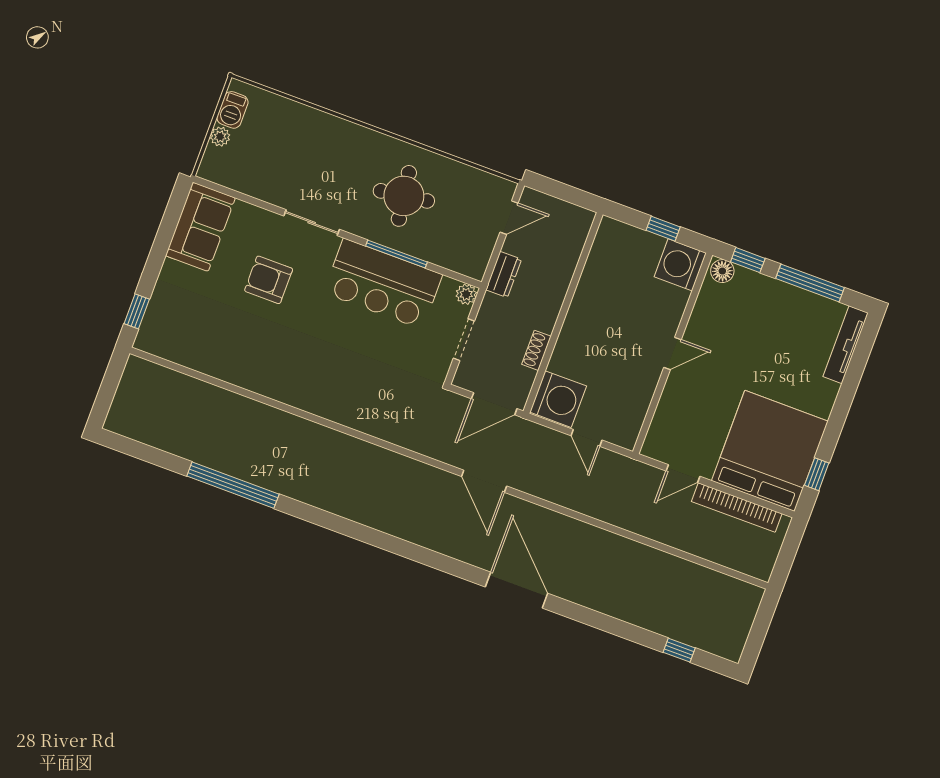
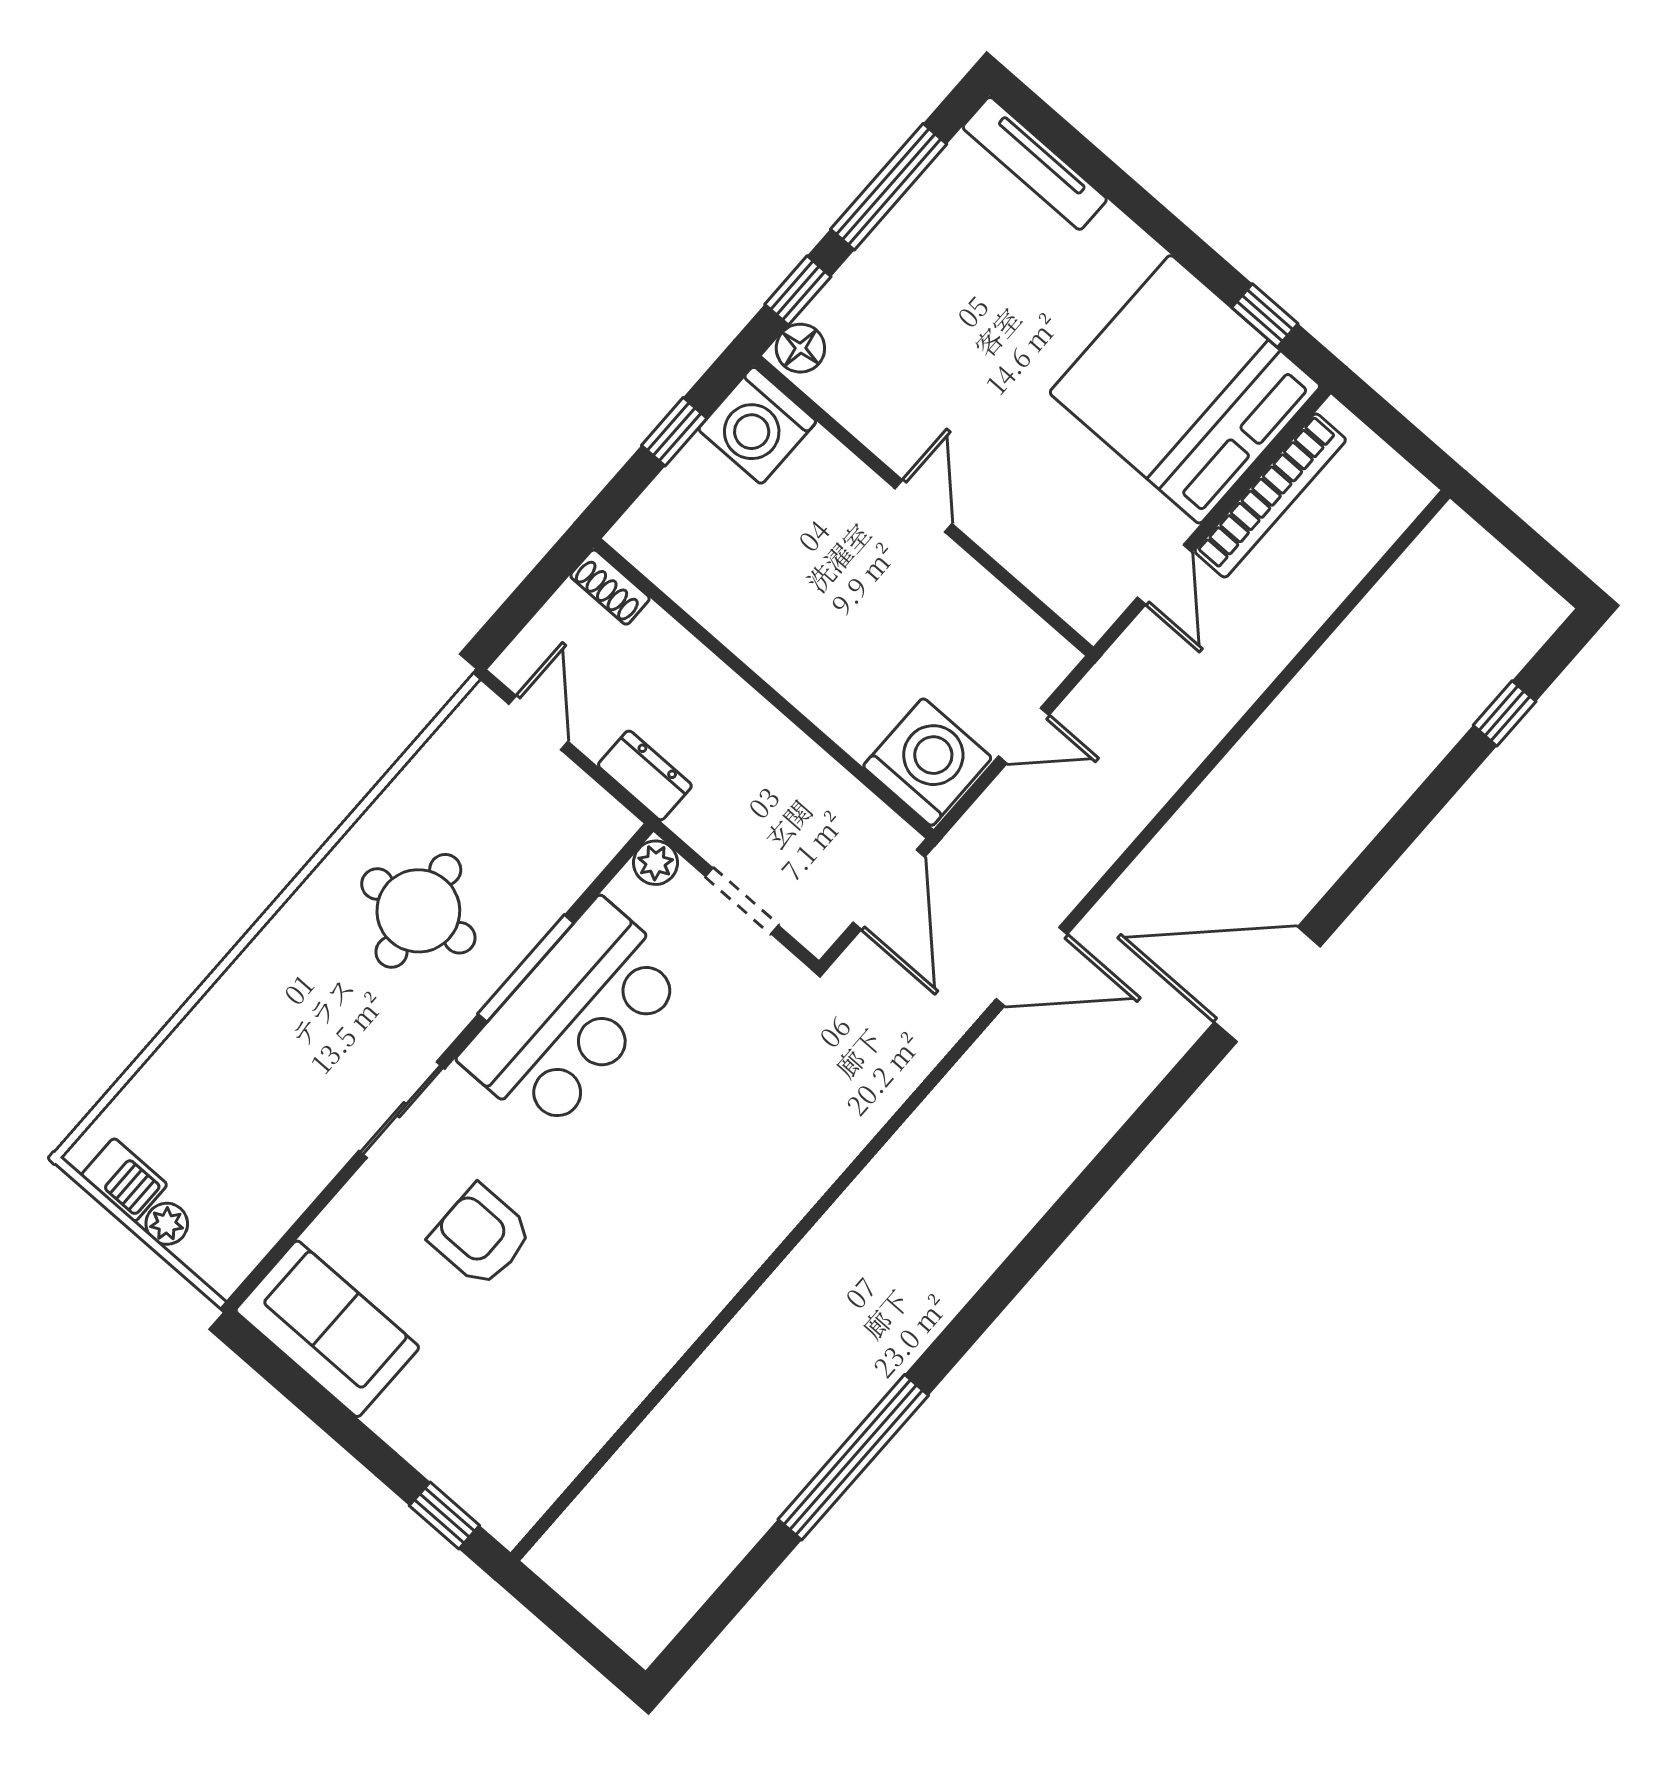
armchair: (269, 280) -> (481, 1236), turned 90
shoe rack: (536, 350) -> (610, 587), moved

